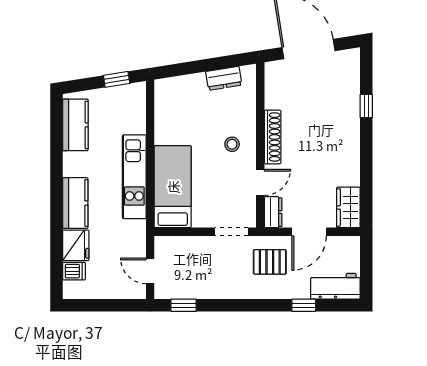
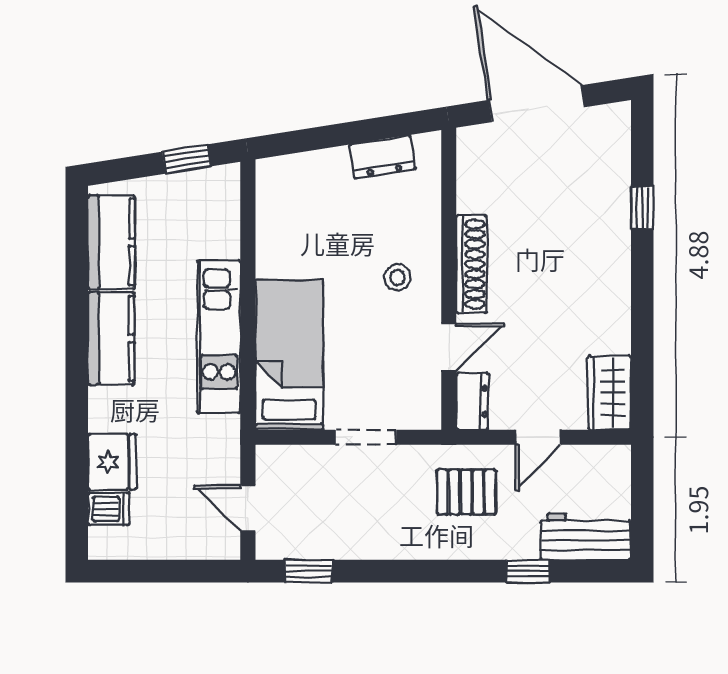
kitchen counter: (75, 203) -> (111, 338), moved
doorway: (231, 232) -> (366, 437), moved
door: (309, 232) -> (538, 437), width x0.73

